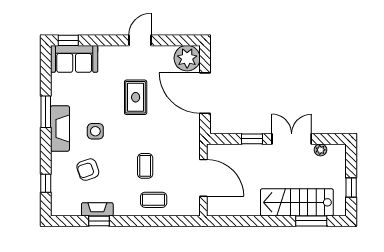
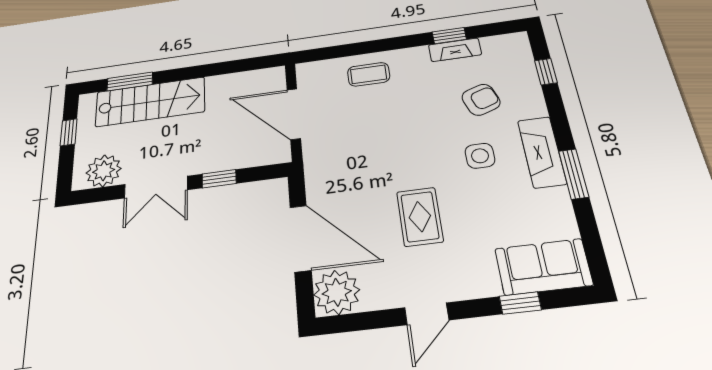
window: (68, 40) -> (520, 303), moved
plant: (320, 150) -> (104, 171), width x1.87, depth x1.87
coffee table: (145, 166) -> (388, 117), removed

